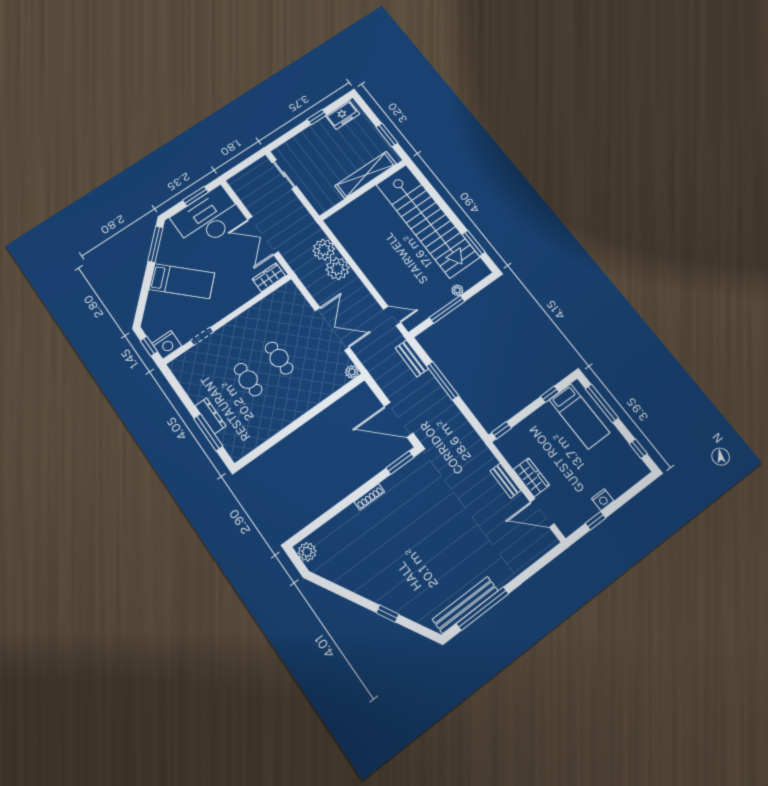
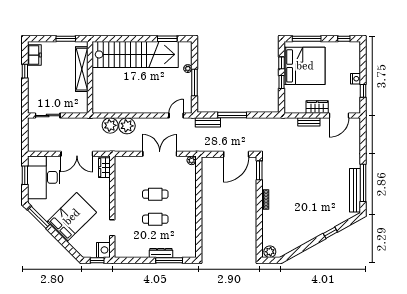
bed: (182, 281) -> (72, 217), width x1.50
bed: (579, 416) -> (305, 66), width x2.04
window: (501, 430) -> (281, 82), moved

